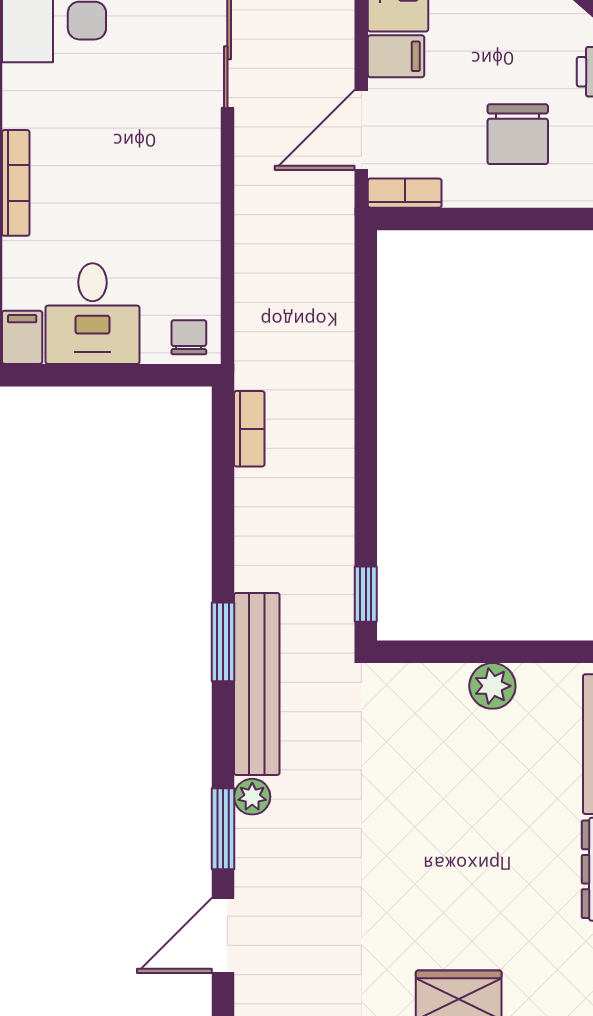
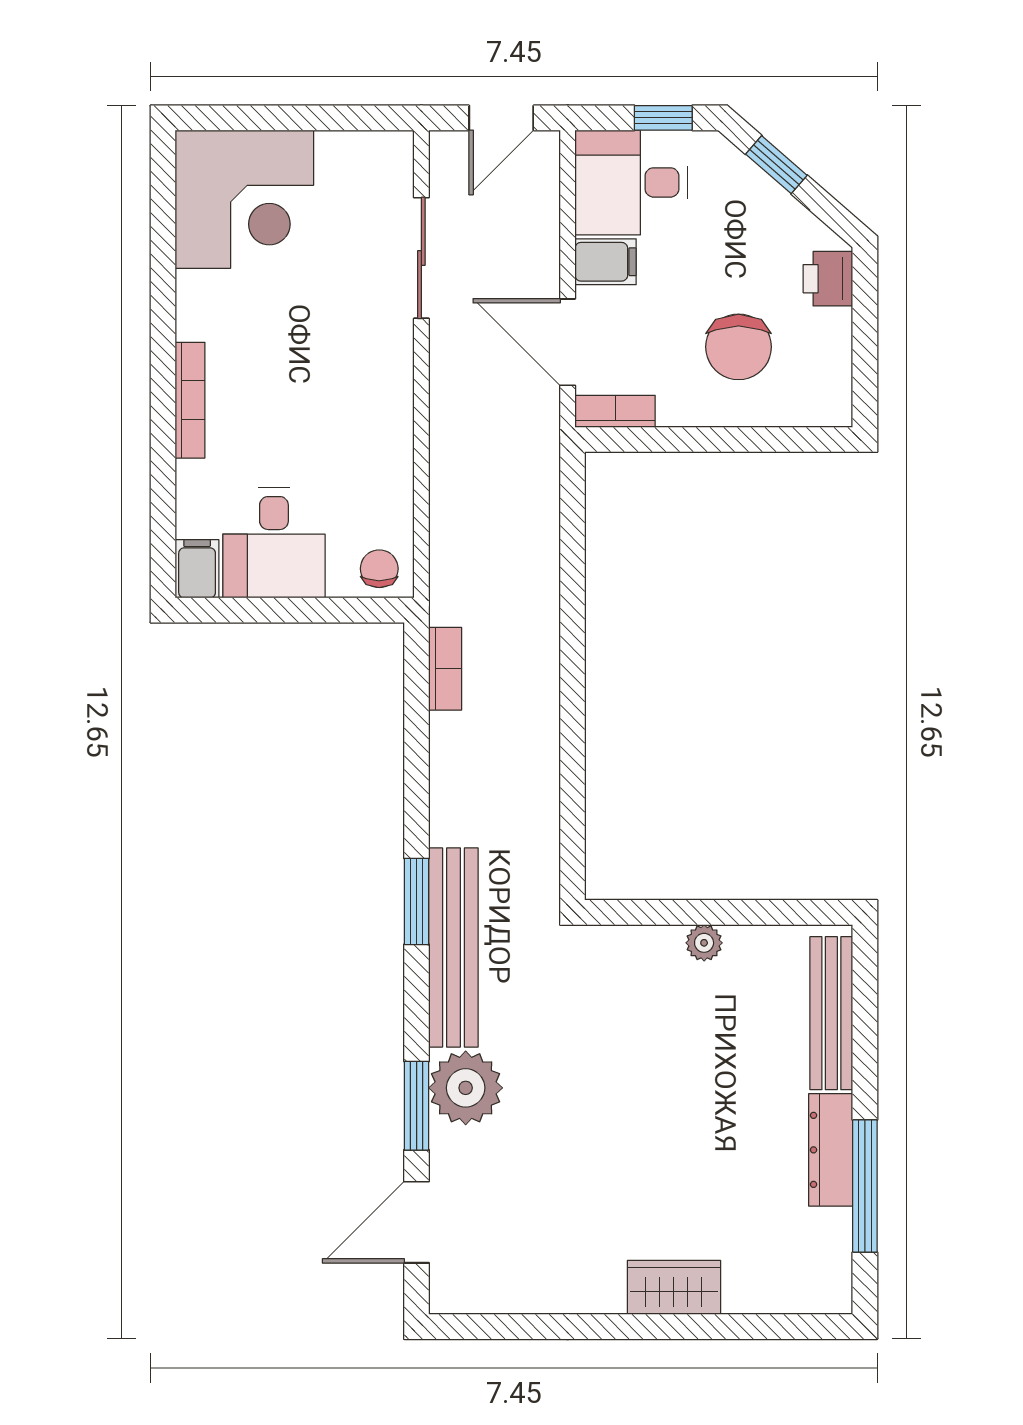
door: (361, 130) -> (568, 342), hinge flipped
window: (366, 594) -> (572, 849), removed
plant: (492, 686) -> (704, 943), width x0.73, depth x0.73
plant: (252, 797) -> (466, 1088), width x1.88, depth x1.88

